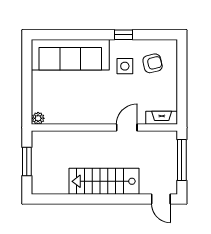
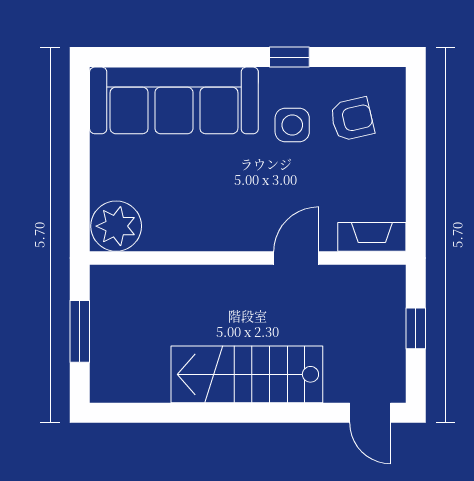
plant: (38, 118) -> (116, 226), width x1.88, depth x1.88
window: (182, 160) -> (416, 328), width x0.46

